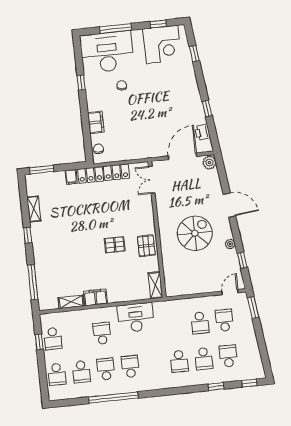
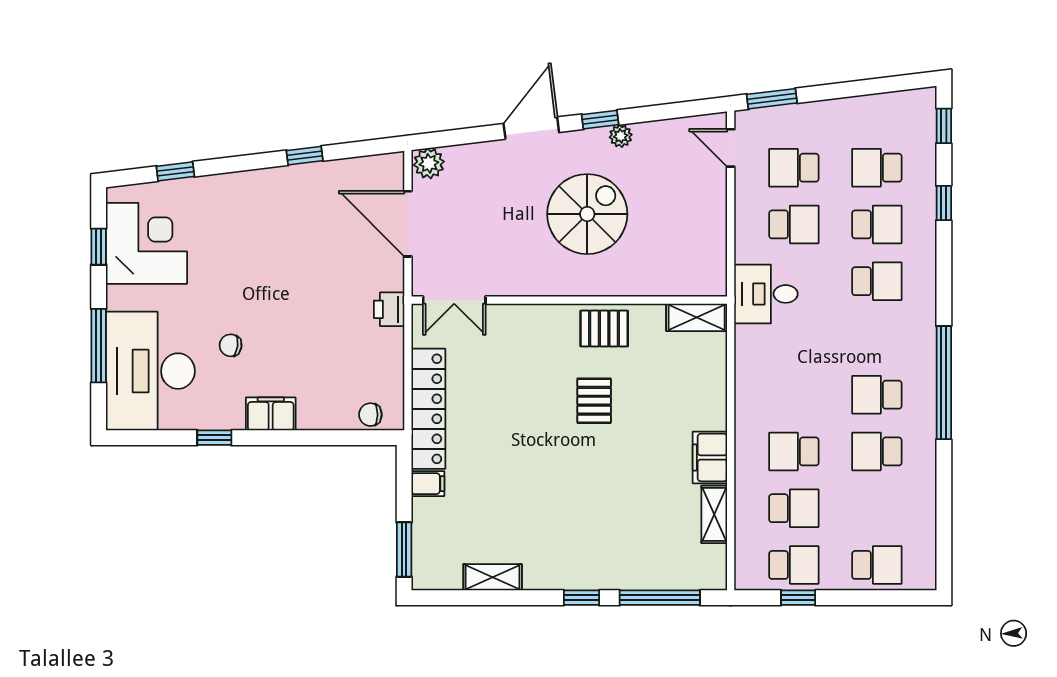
filing cabinet: (96, 122) -> (271, 414), moved
printer: (202, 132) -> (389, 309), moved, turned 97
spiral stairs: (195, 233) -> (587, 214), turned 90
window: (28, 235) -> (581, 598), moved
window: (242, 260) -> (600, 120), moved
desk: (136, 317) -> (766, 294), moved, width x0.73
school desk: (81, 372) -> (794, 508), moved
window: (113, 398) -> (944, 383), moved

